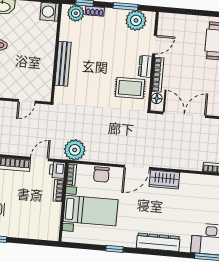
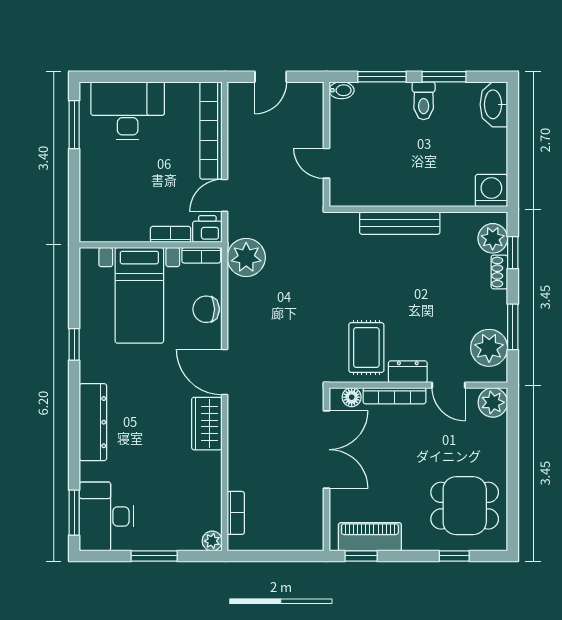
plant: (166, 21) -> (493, 402), added
door: (39, 159) -> (225, 195), swing flipped

